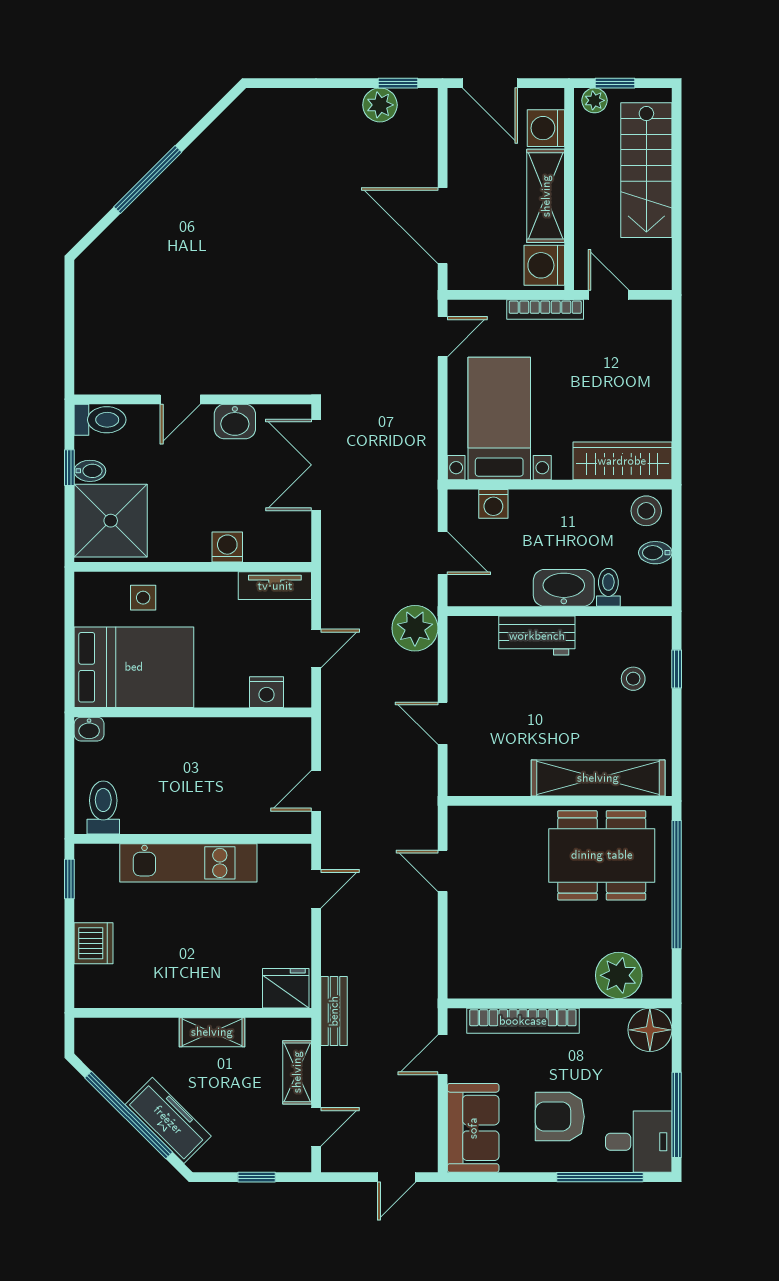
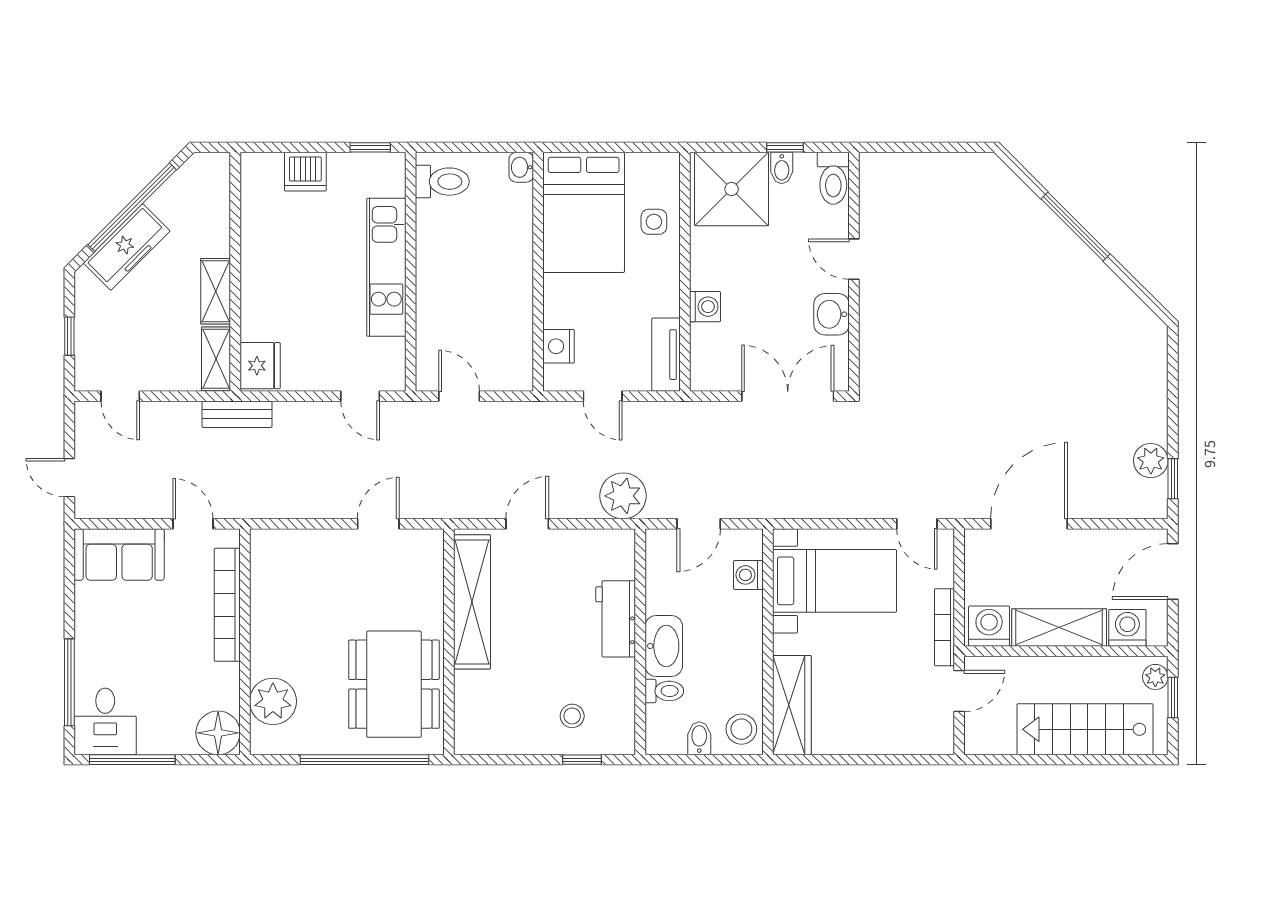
shelving: (598, 778) -> (472, 602), moved
shelving: (297, 1072) -> (216, 359), moved, turned 90
armchair: (560, 1117) -> (131, 642), removed

